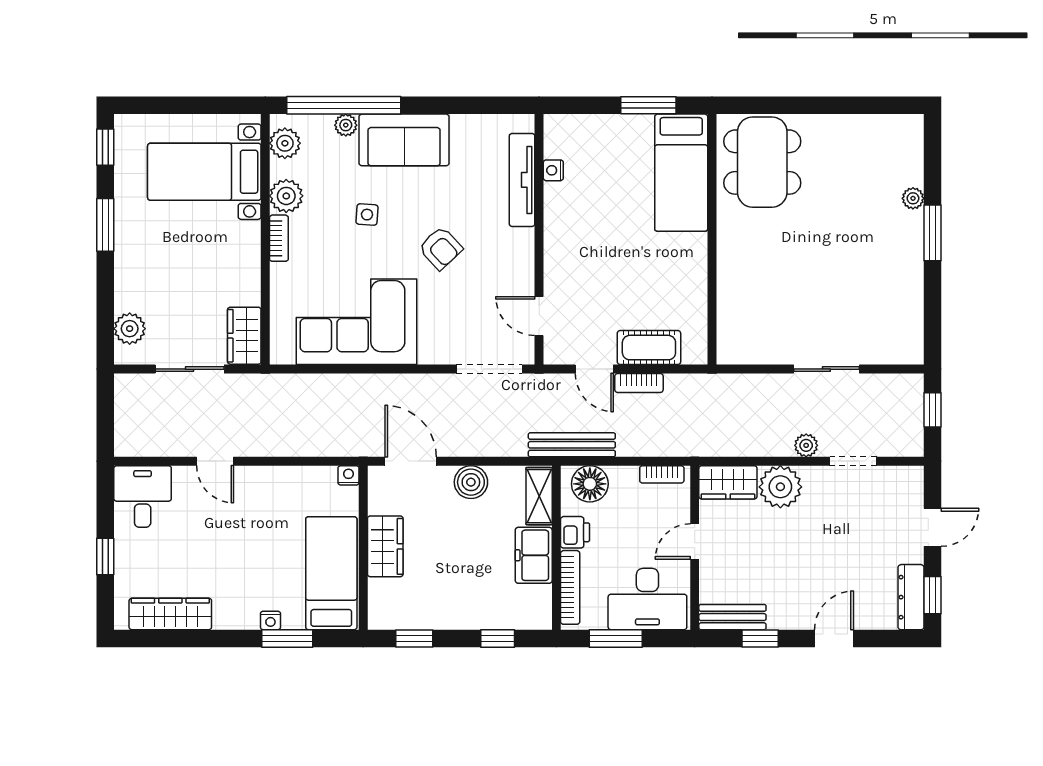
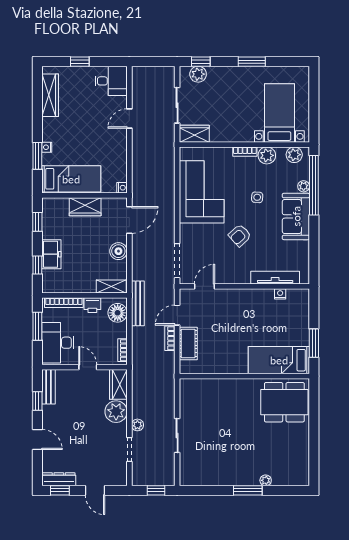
window: (105, 147) -> (201, 62), moved
freezer: (534, 555) -> (51, 254), moved, turned 90

